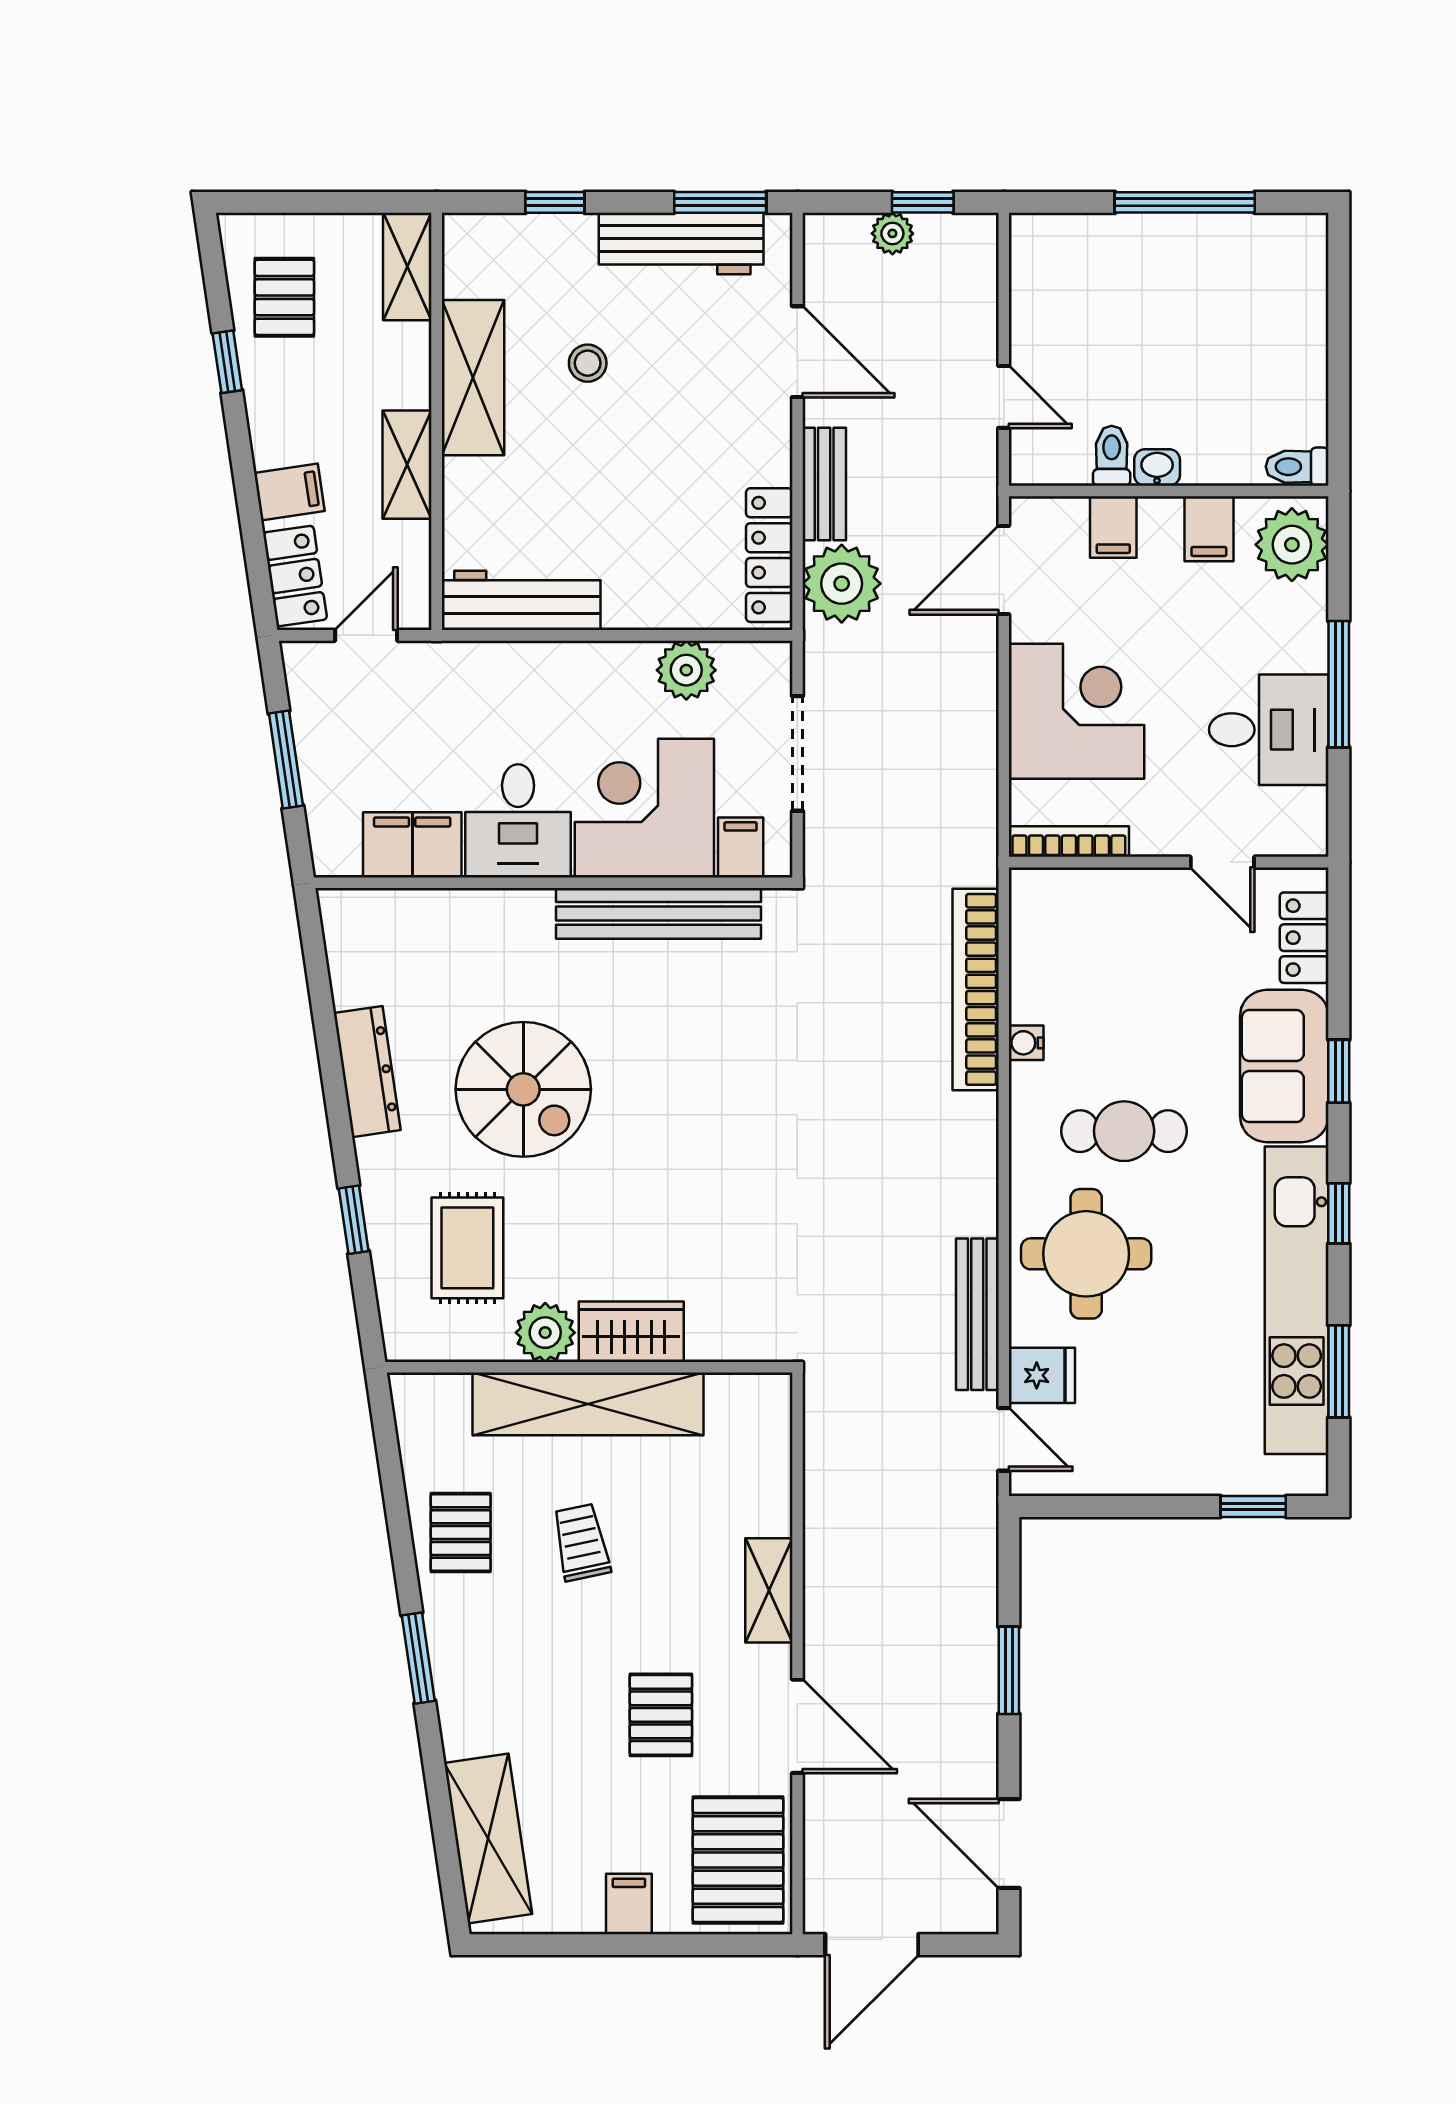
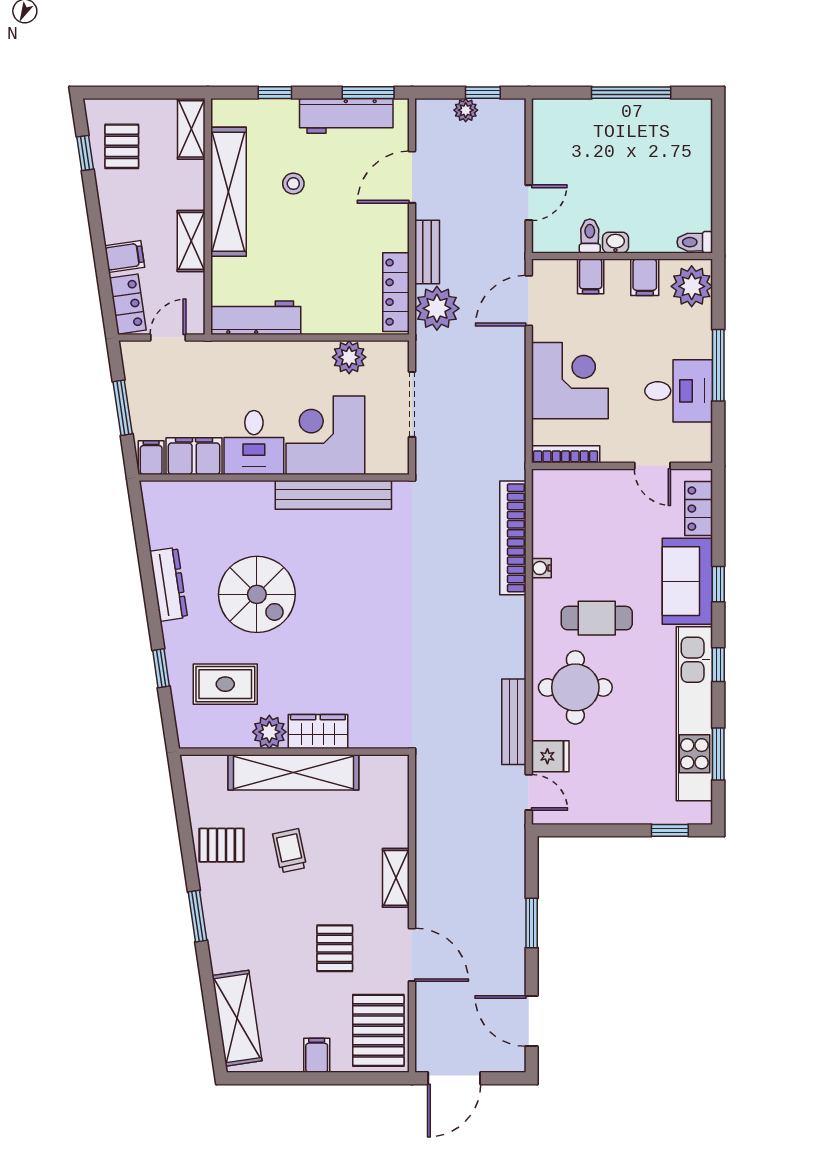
door: (797, 352) -> (412, 177), swing flipped
window: (227, 362) -> (85, 153), moved
shelving: (473, 378) -> (228, 192), width x1.47
door: (1004, 397) -> (529, 203), hinge flipped
filing cabinet: (741, 848) -> (151, 458), moved
rug: (467, 1248) -> (225, 684), turned 90
pallet: (461, 1533) -> (221, 845), turned 90

